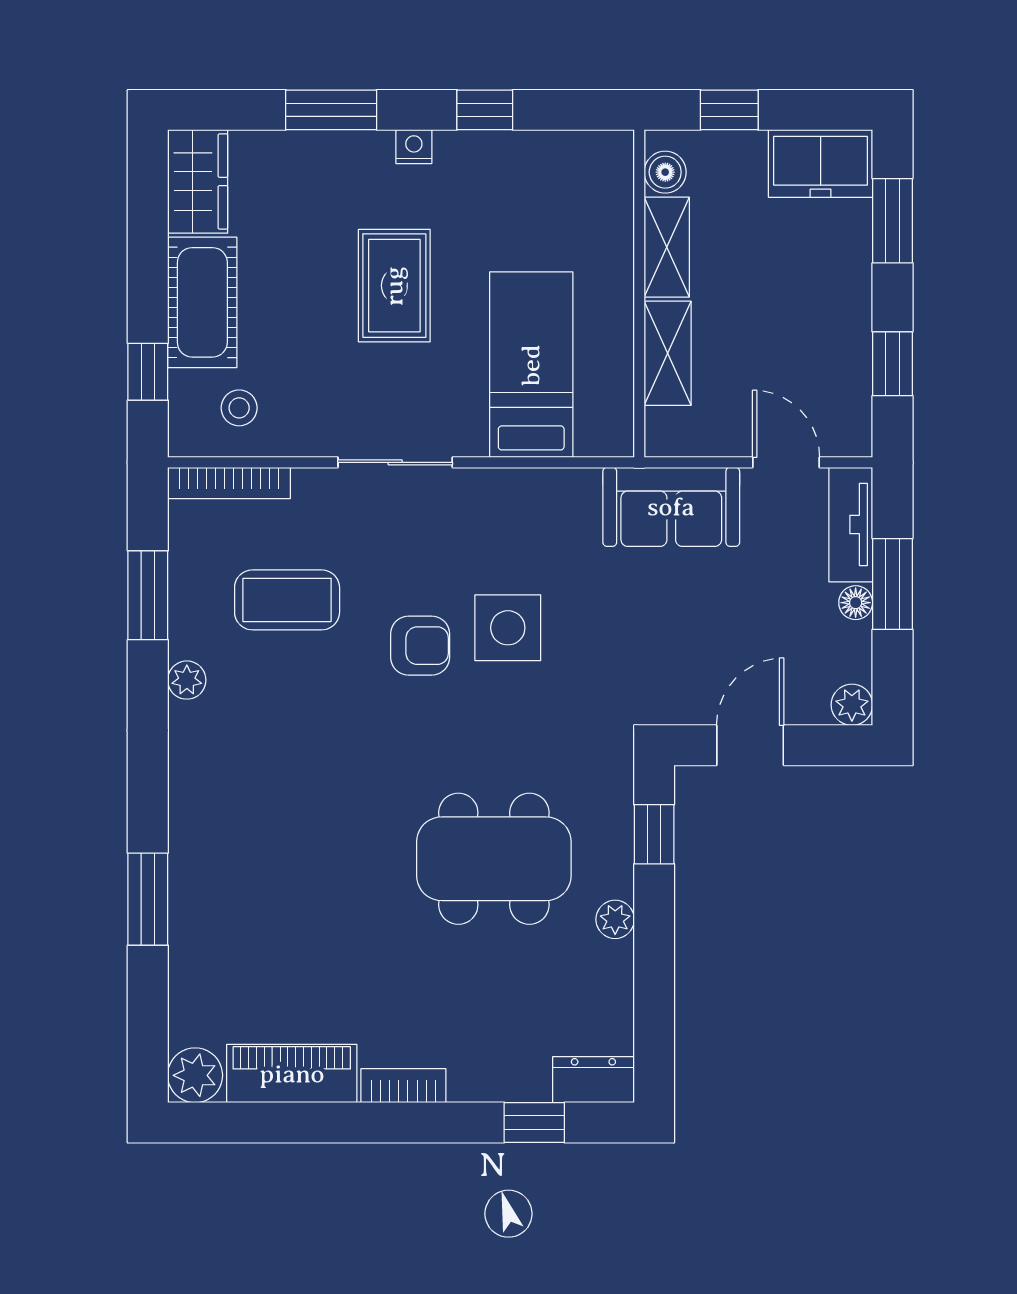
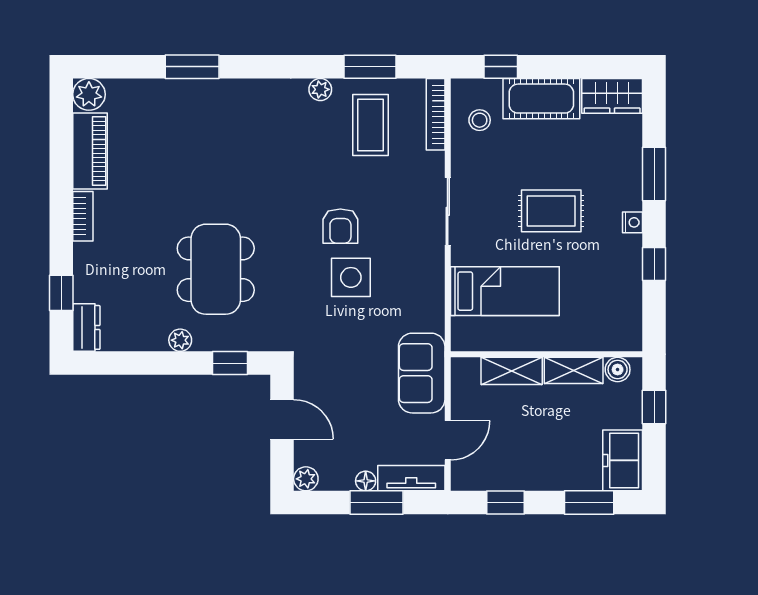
coffee table: (287, 600) -> (370, 125), moved

